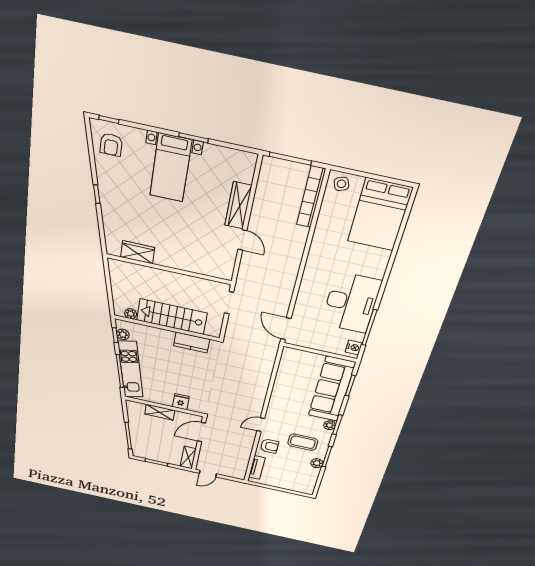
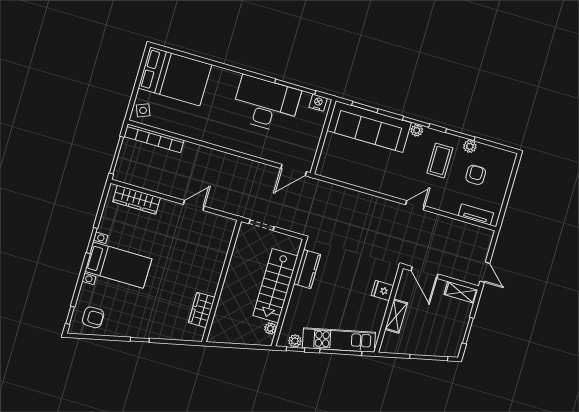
wardrobe: (238, 205) -> (137, 200), moved
door: (261, 425) -> (415, 205), swing flipped
armchair: (269, 446) -> (476, 175), moved

